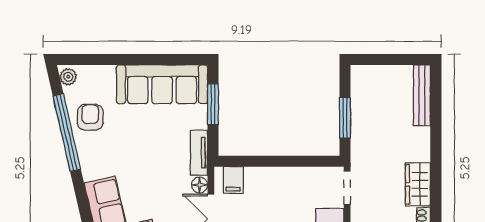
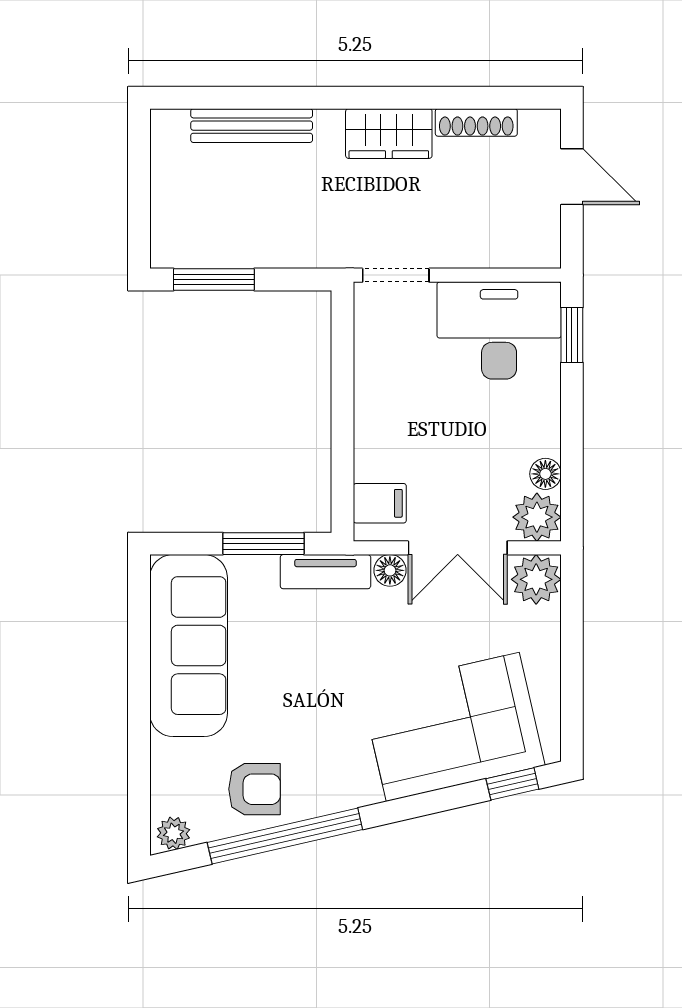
bench: (422, 95) -> (252, 126), moved
window: (213, 104) -> (263, 544), moved
armchair: (90, 117) -> (255, 789), turned 180
window: (345, 118) -> (214, 280), moved

